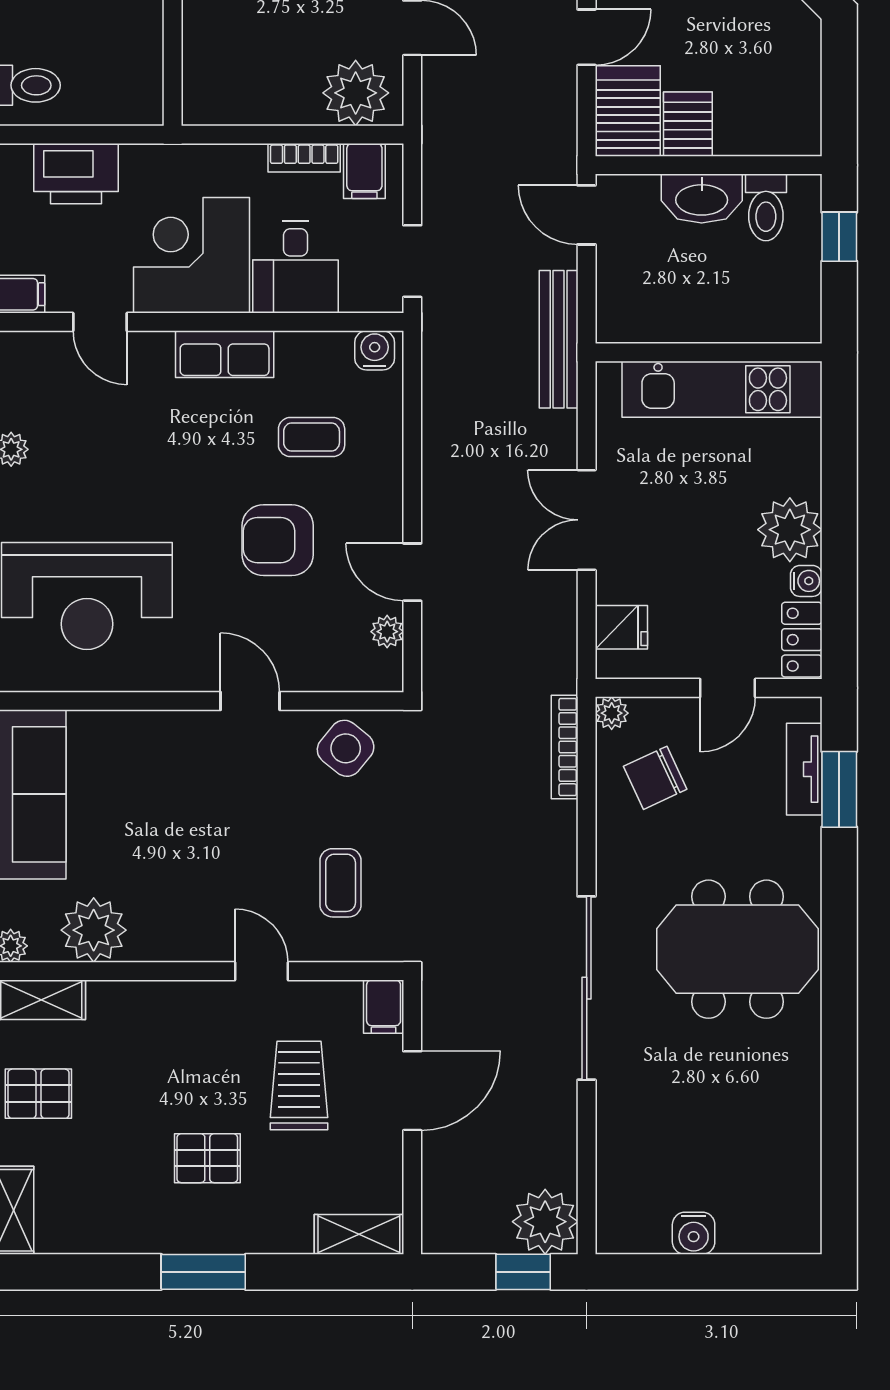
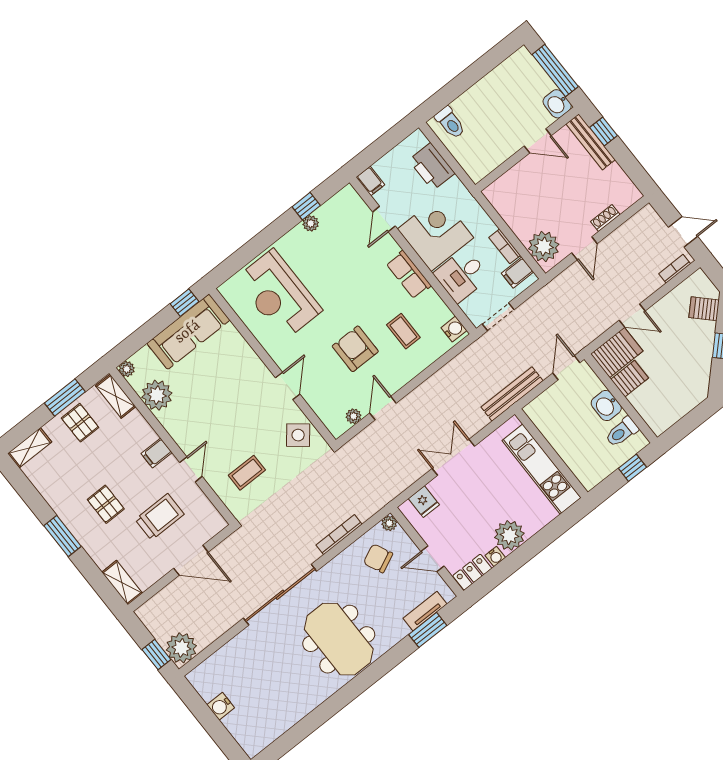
washbasin: (702, 198) -> (606, 406), width x0.72
bookcase: (565, 747) -> (339, 535), moved
filing cabinet: (384, 1007) -> (157, 453), moved

